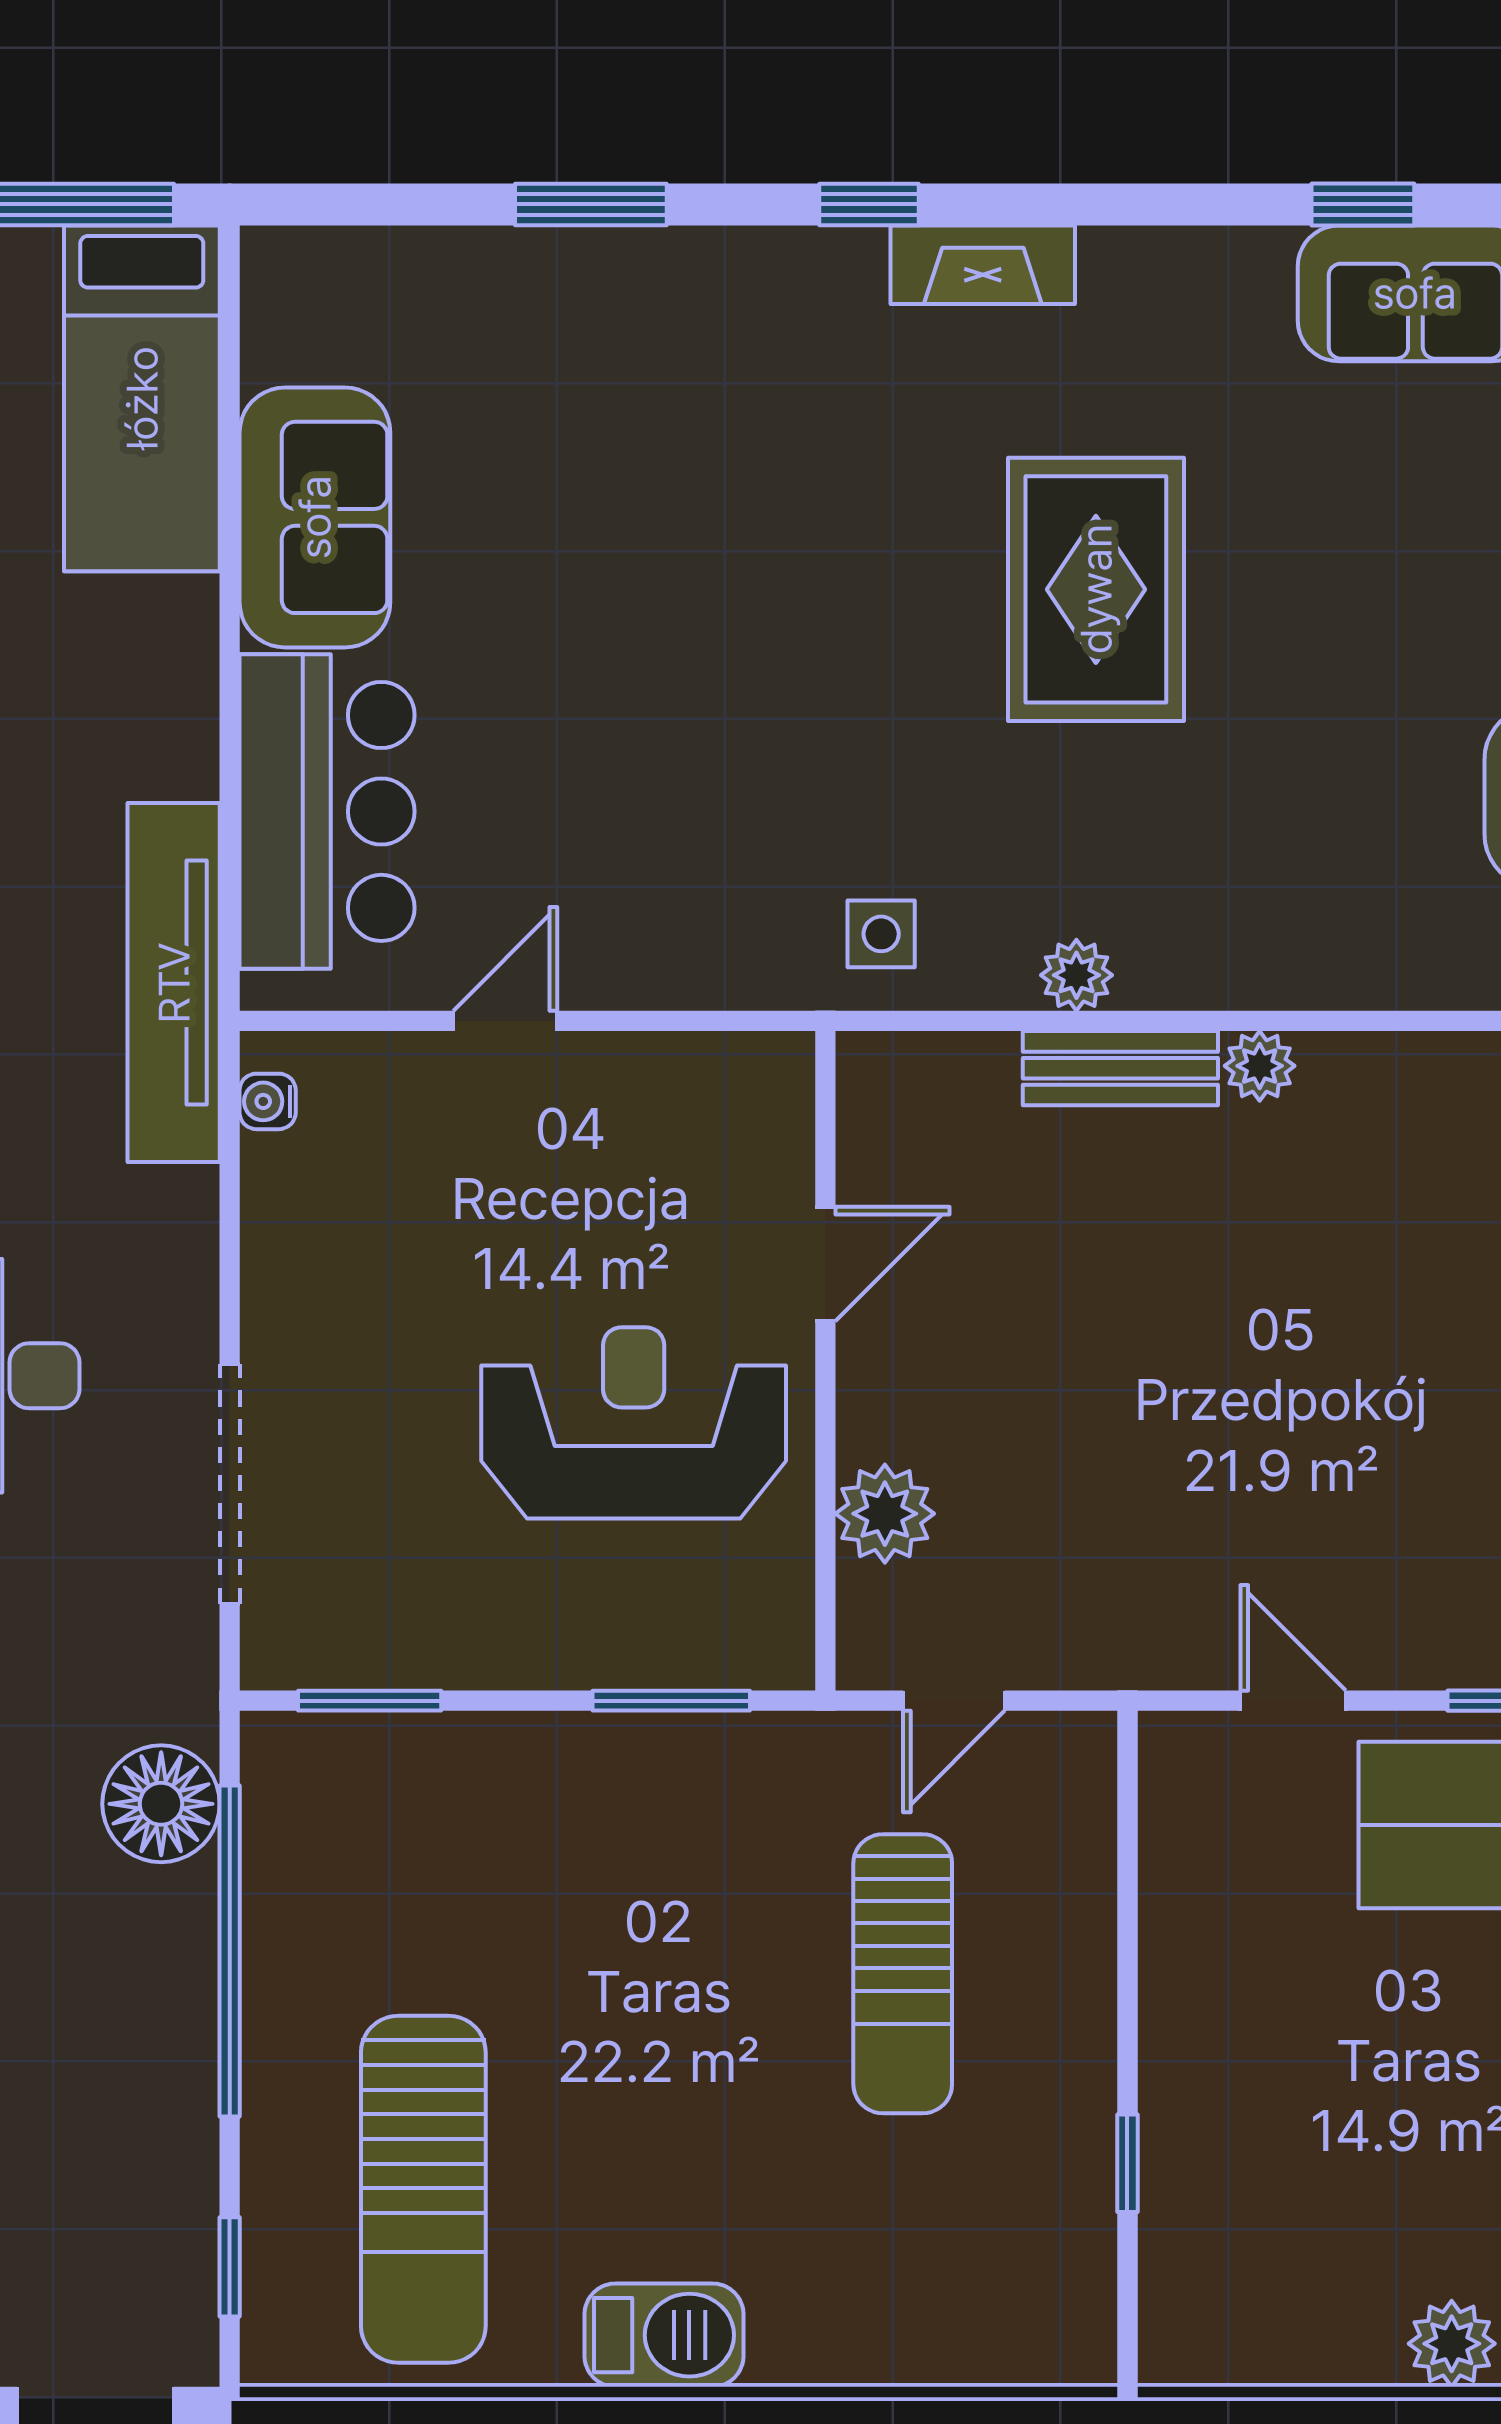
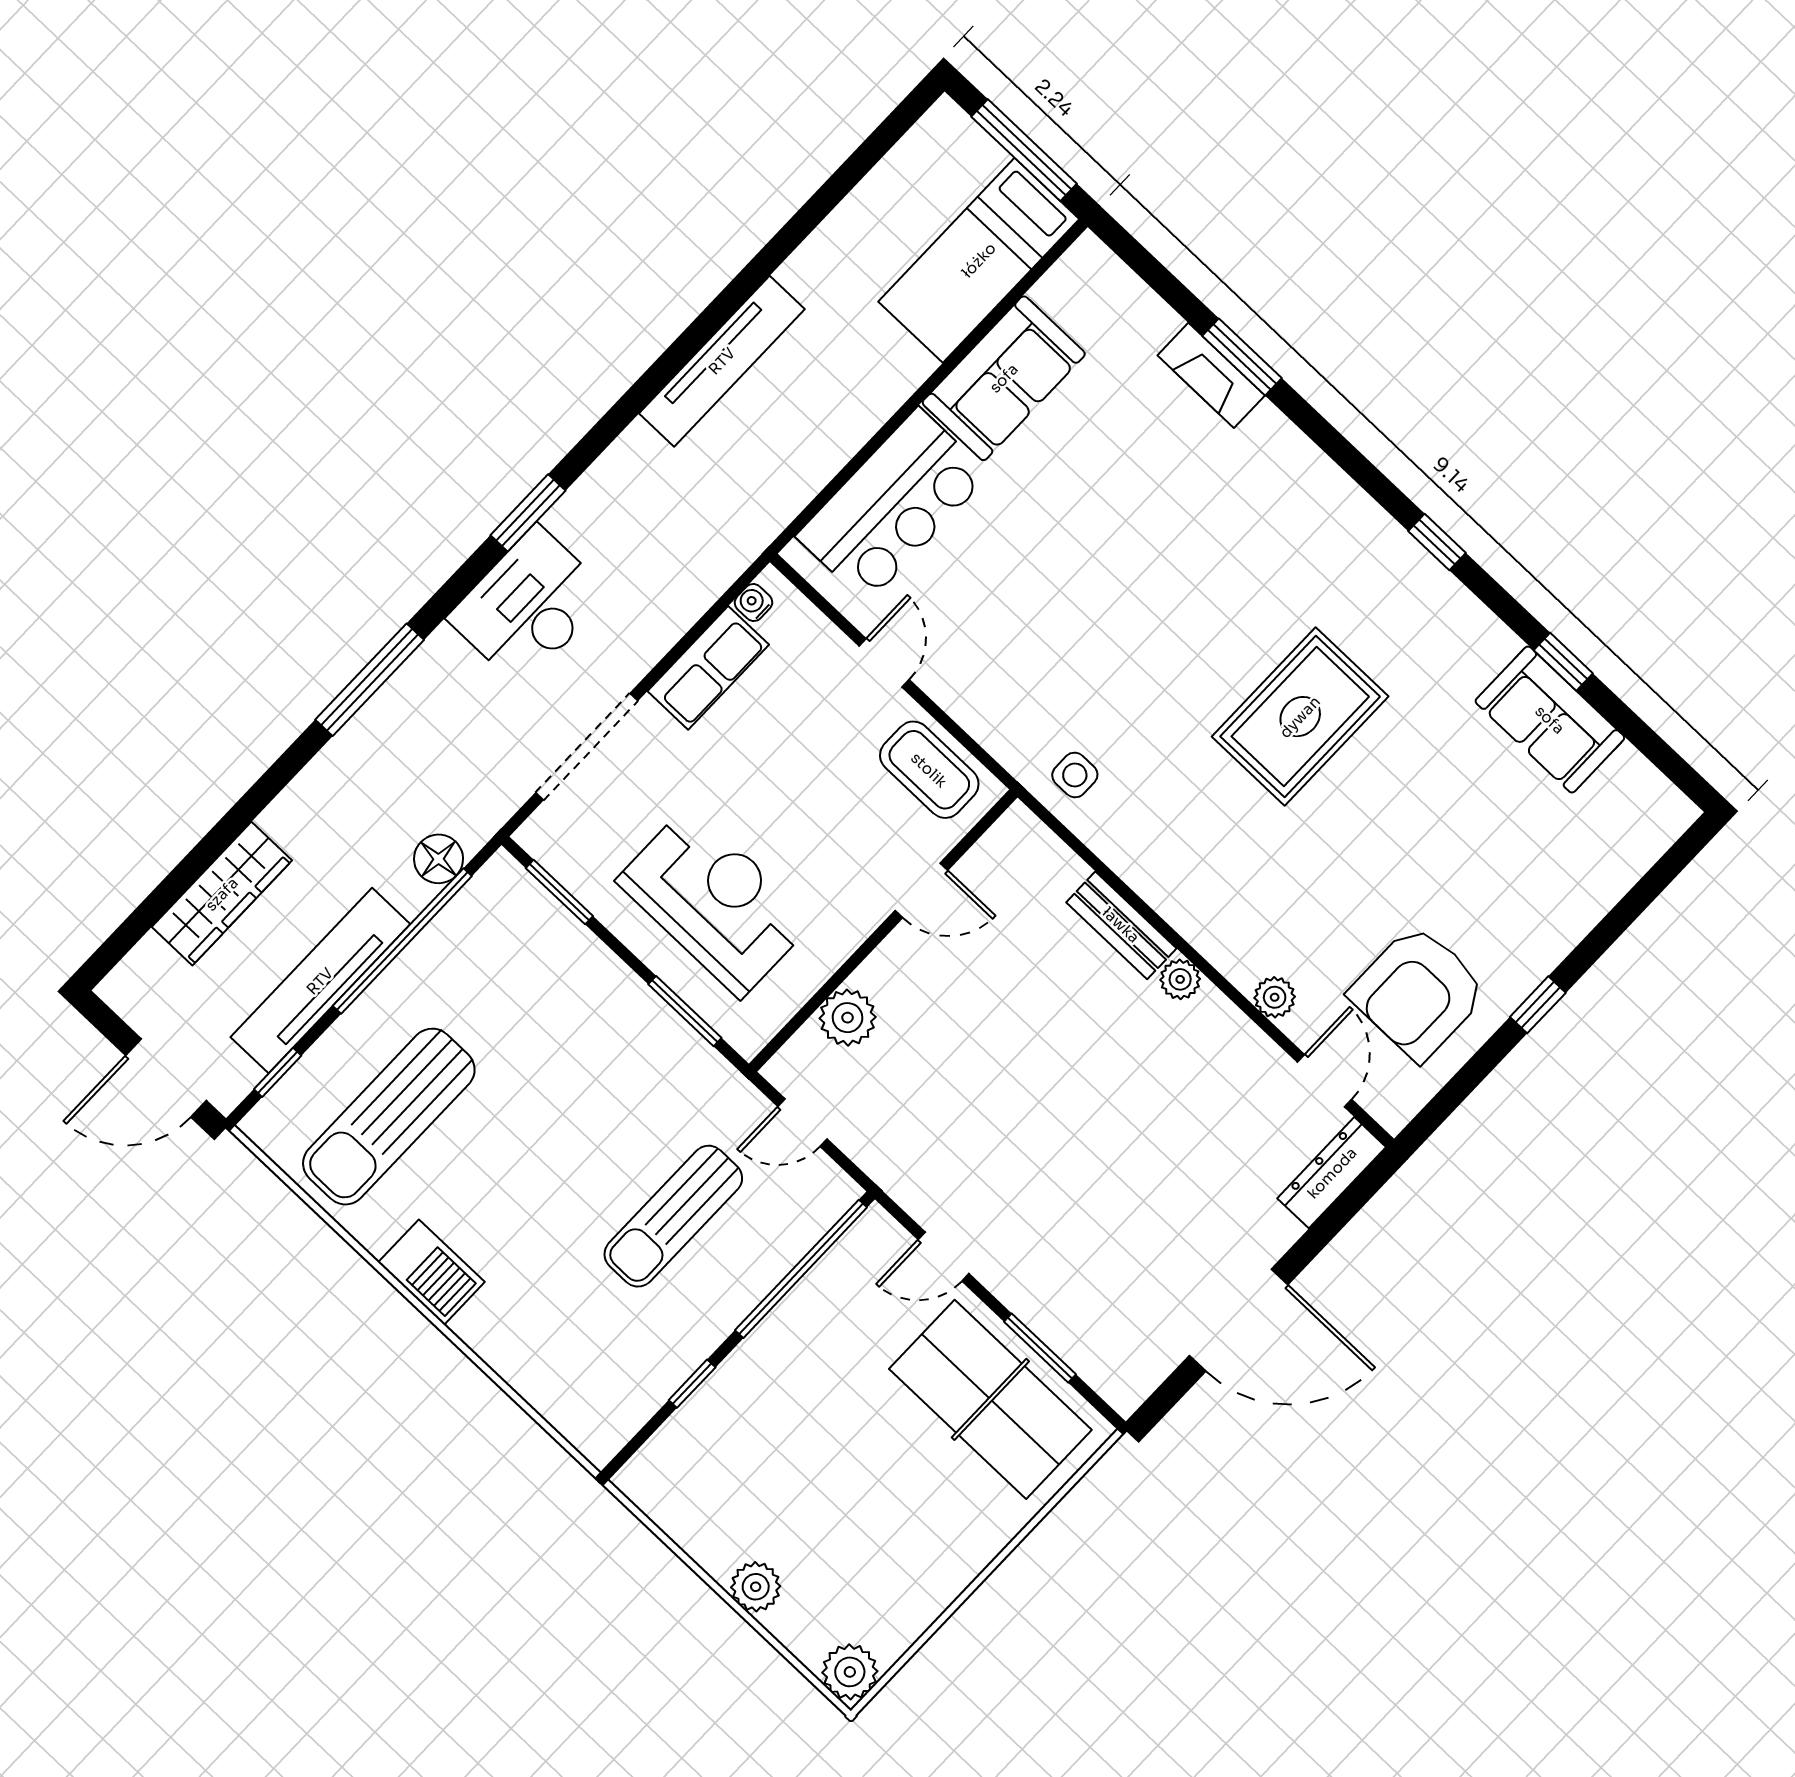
window: (869, 204) -> (1437, 542), moved
fireplace: (983, 265) -> (1211, 375), moved
plant: (1076, 975) -> (1275, 997), moved
tv unit: (174, 983) -> (320, 981), moved
door: (505, 1021) -> (884, 663), hinge flipped
coffee table: (691, 1102) -> (929, 770), added
row of seats: (289, 1239) -> (708, 668), added
reception desk: (634, 1423) -> (715, 901), moved
door: (1293, 1701) -> (944, 1257), swing flipped
floor lamp: (161, 1804) -> (439, 859), width x0.73, depth x0.73
window: (1127, 1887) -> (801, 1269), added

